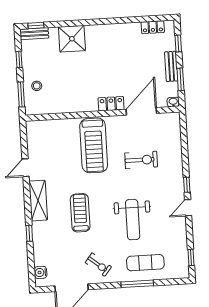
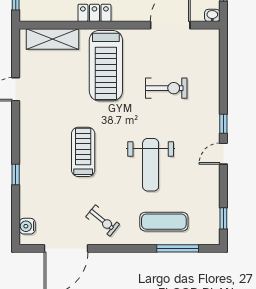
locker: (111, 104) -> (94, 13), moved
shelving: (38, 201) -> (52, 39), moved, turned 90
window: (137, 284) -> (178, 248), moved

